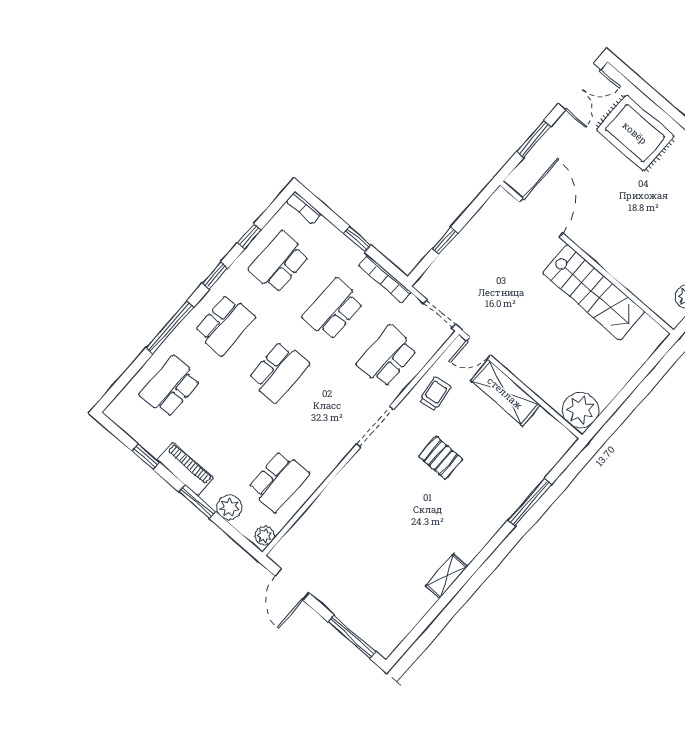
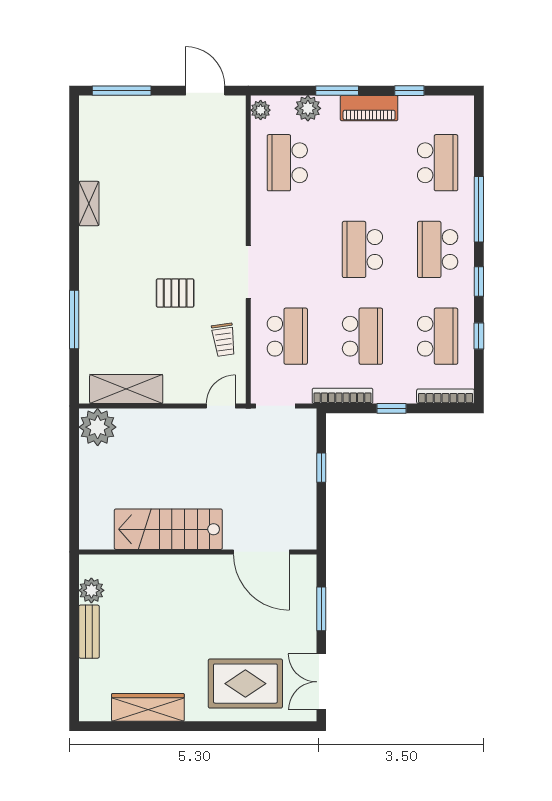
bookcase: (304, 208) -> (445, 396), width x1.56
shelving: (505, 393) -> (126, 389), moved

